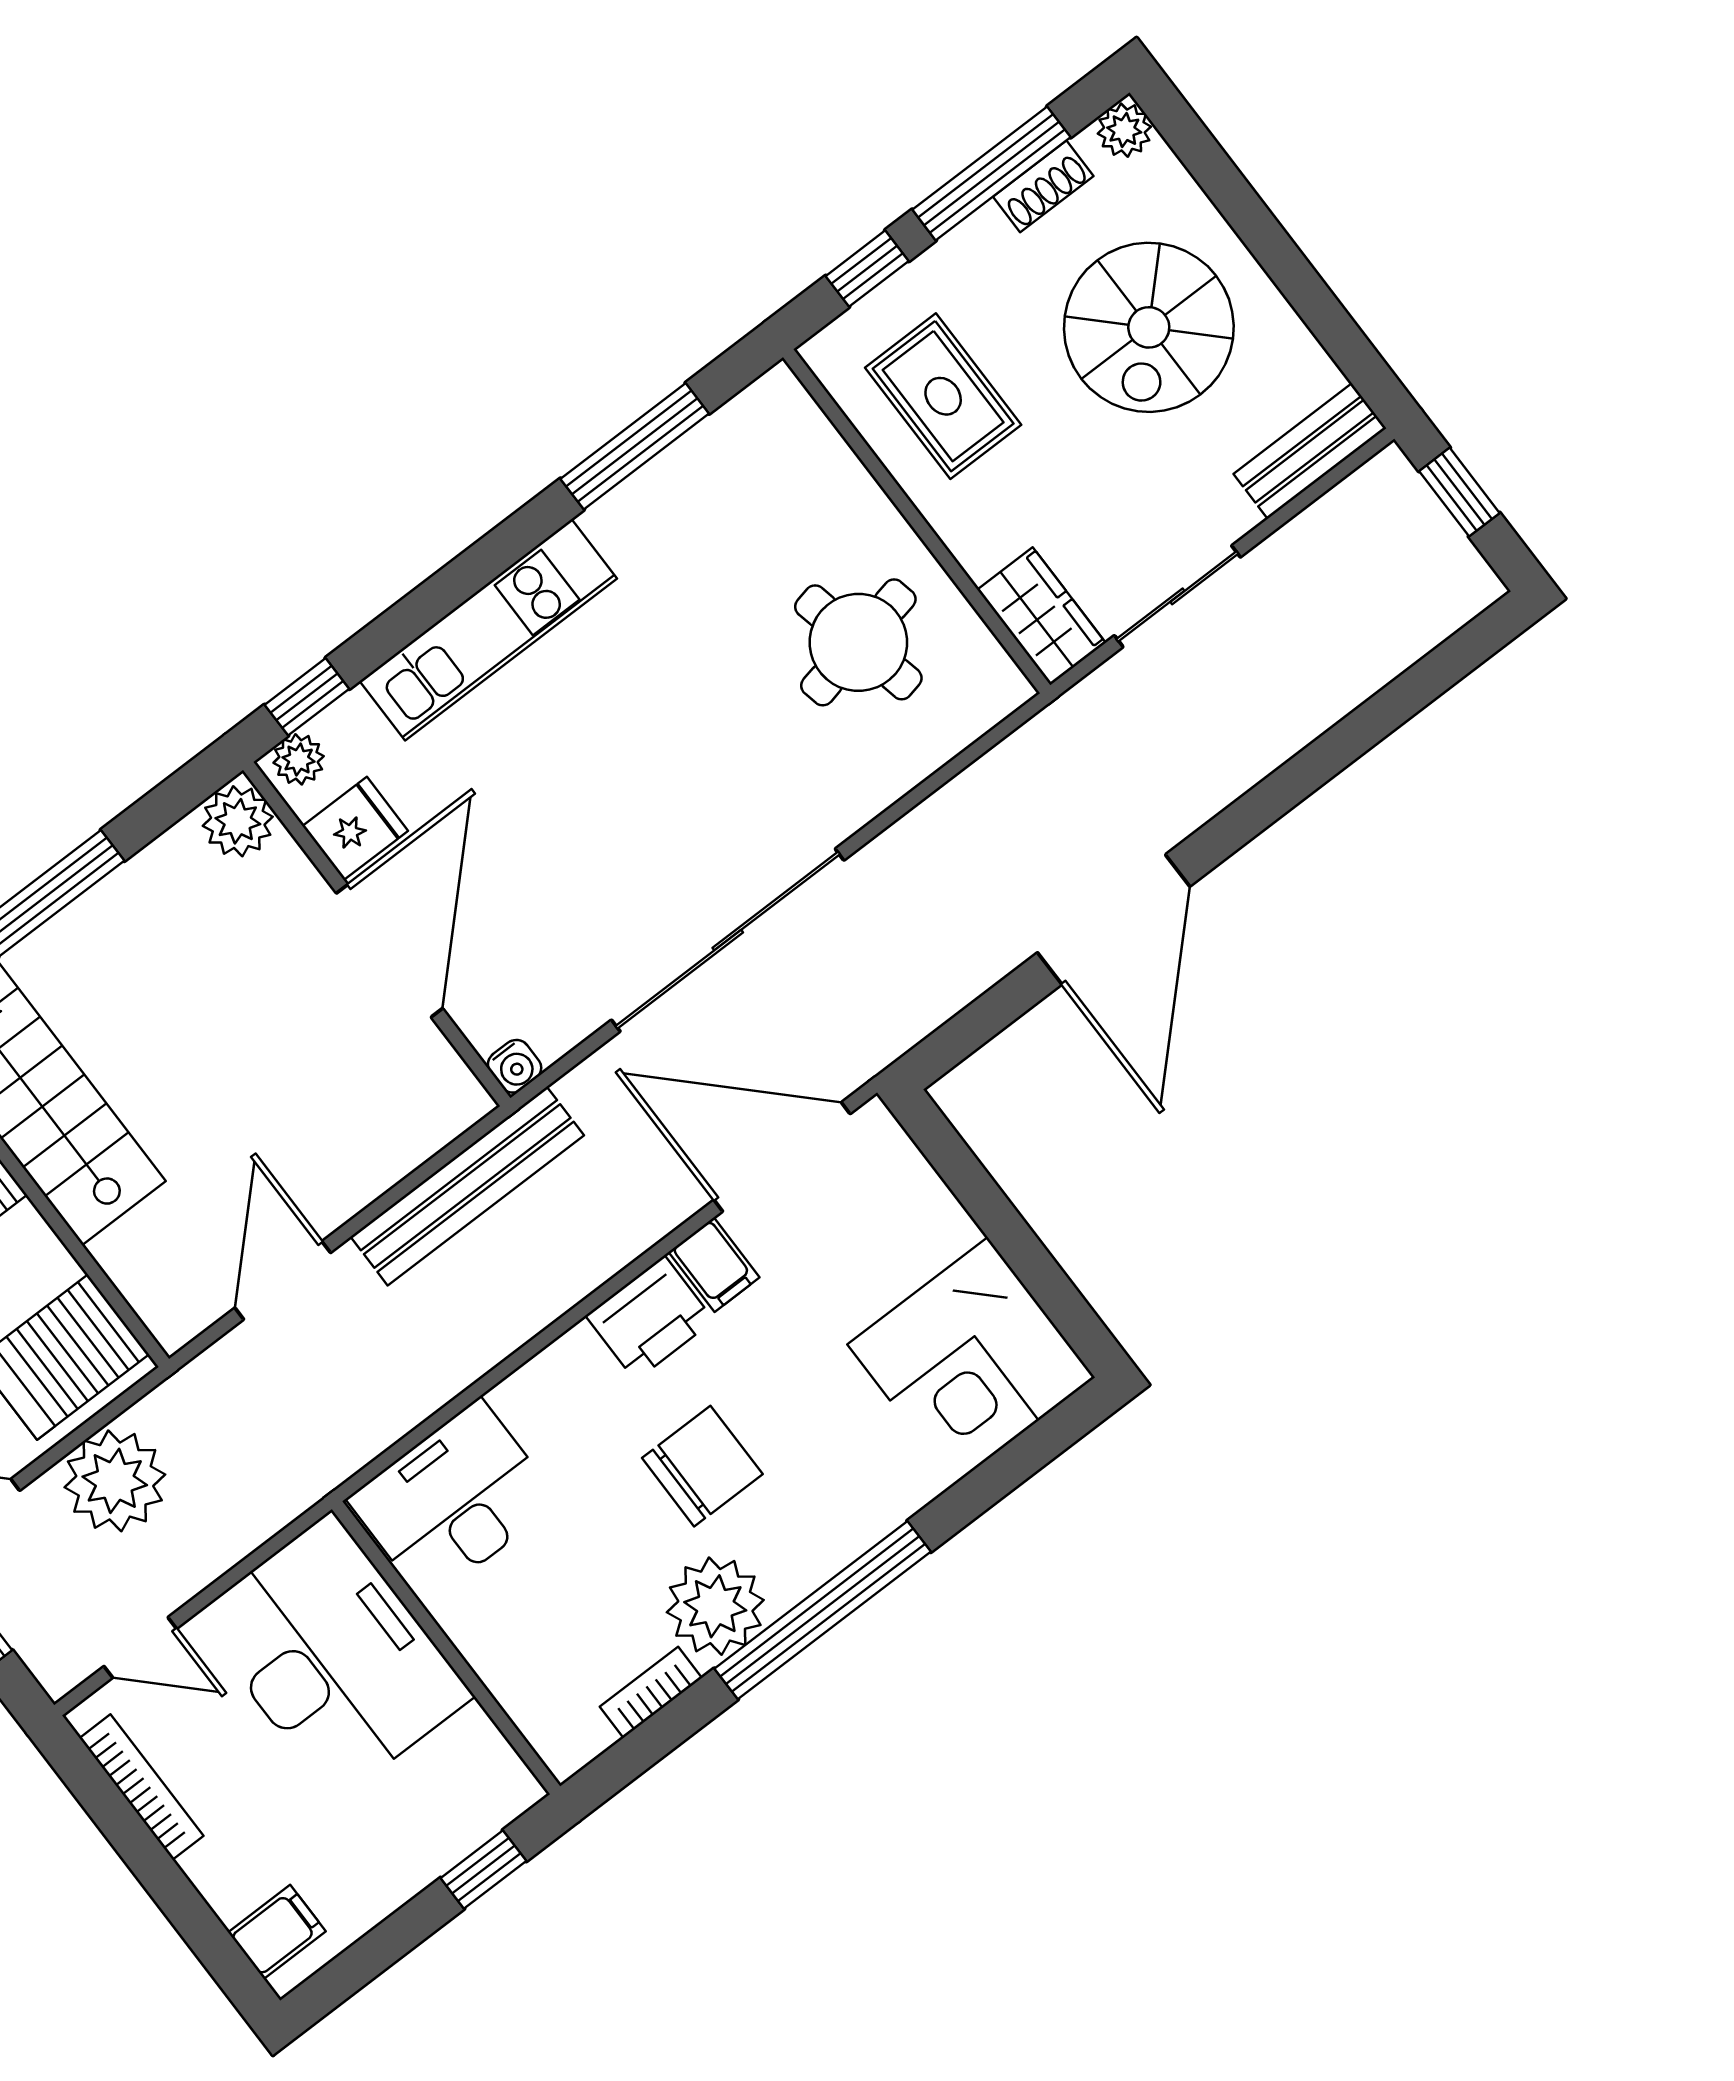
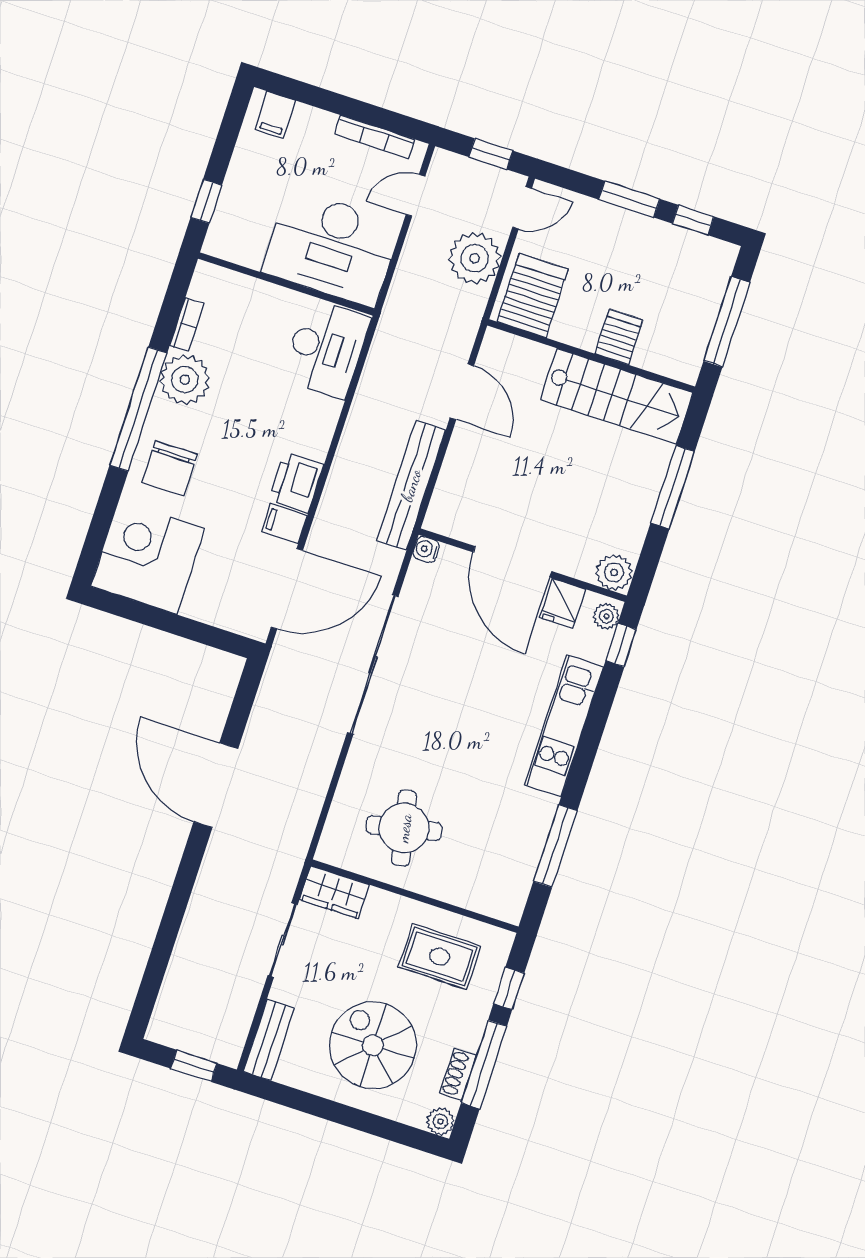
chair: (702, 1466) -> (170, 468), moved

